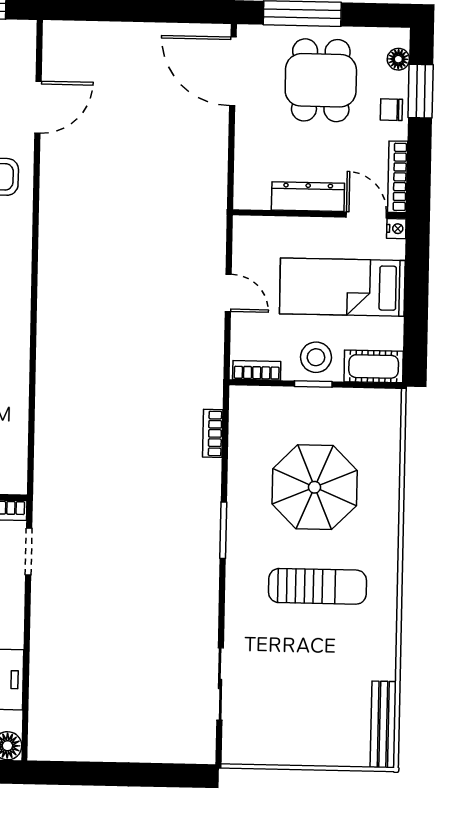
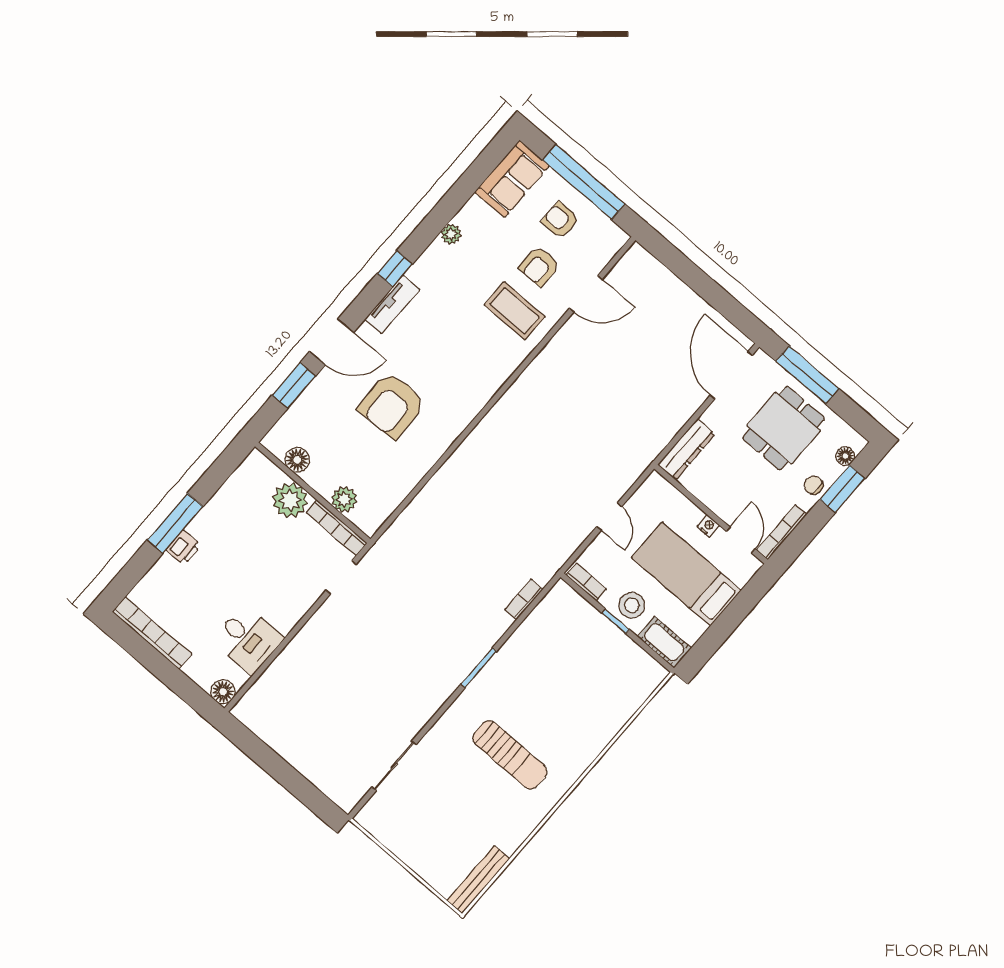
dresser: (308, 197) -> (686, 449), moved, turned 90
nightstand: (396, 229) -> (708, 526), moved, turned -90
parasol: (315, 487) -> (561, 689), removed

